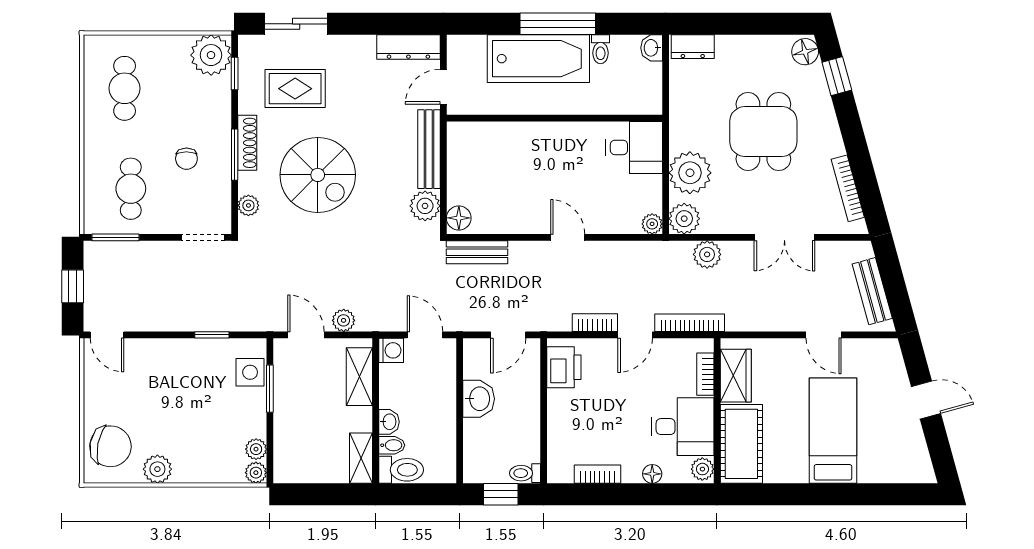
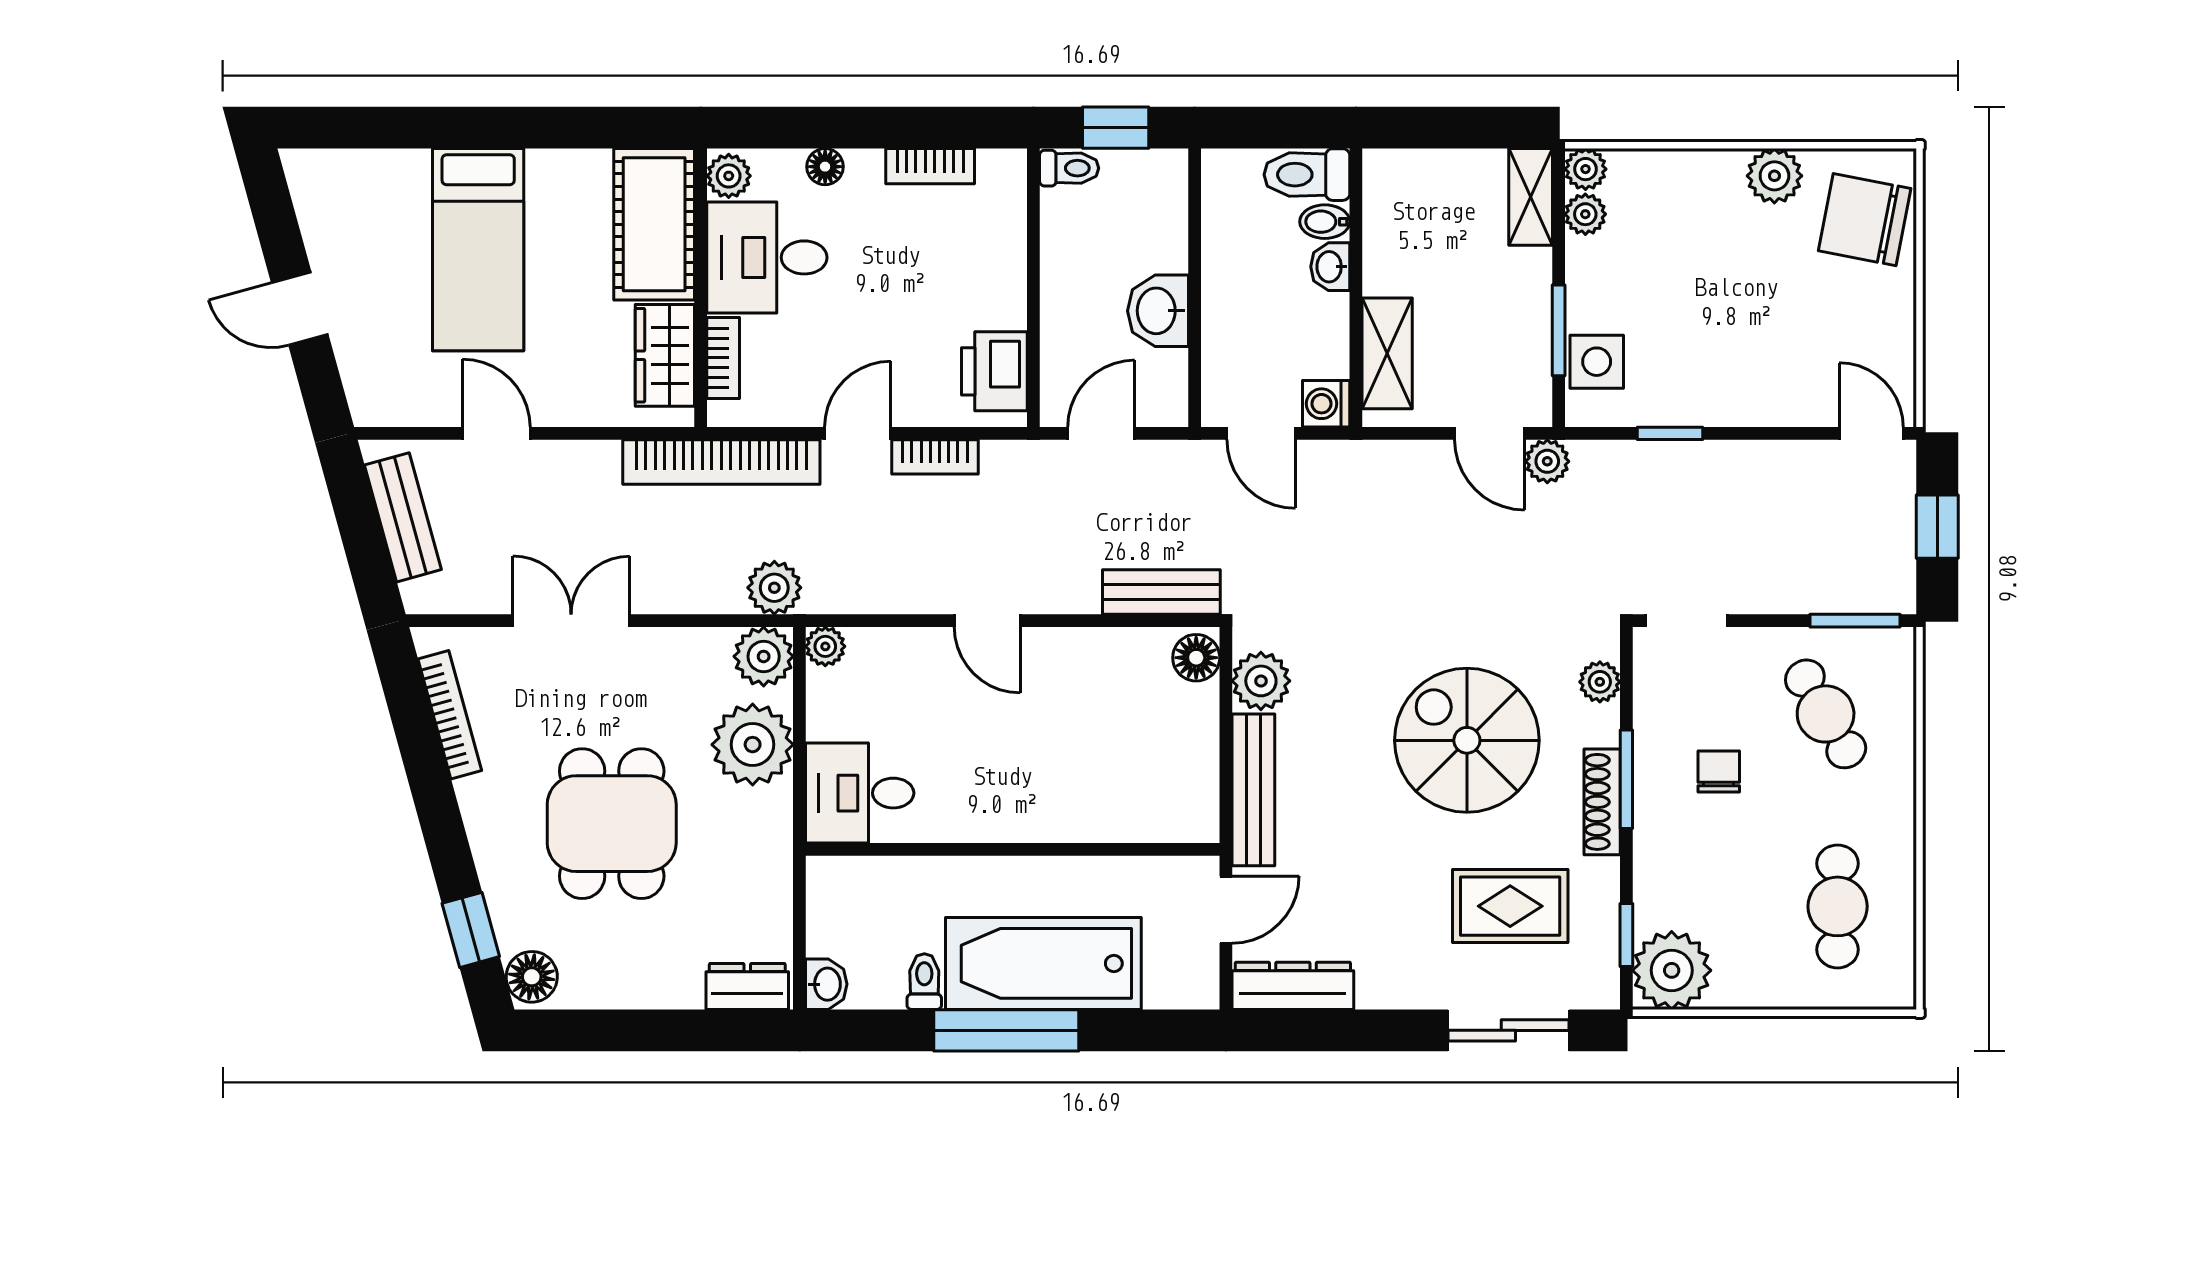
cafe table: (131, 189) -> (1826, 714), turned -30
plant: (707, 254) -> (774, 588), moved
plant: (344, 320) -> (1547, 461), moved
bookcase: (690, 323) -> (721, 462), width x1.48, depth x1.31
shelving: (361, 458) -> (1531, 197), moved

